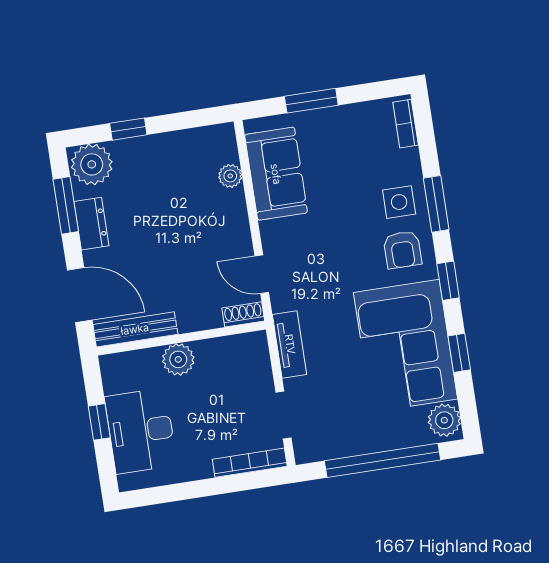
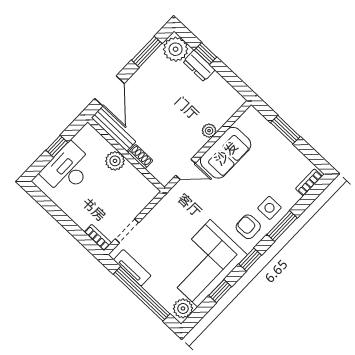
sofa: (276, 174) -> (226, 153), moved
plant: (230, 176) -> (209, 131), moved
dresser: (91, 224) -> (199, 66), moved, turned 90
armchair: (402, 250) -> (248, 227), turned 89
door: (262, 274) -> (186, 169), swing flipped
shoe rack: (243, 314) -> (140, 157), moved
tv unit: (290, 344) -> (132, 268), moved, turned -90
bookcase: (250, 463) -> (98, 237), width x0.64

